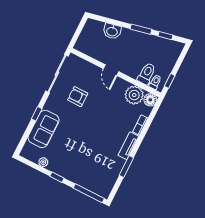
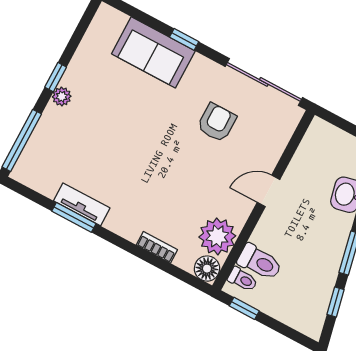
tv unit: (128, 146) -> (82, 204), moved
plant: (43, 162) -> (62, 97), moved

